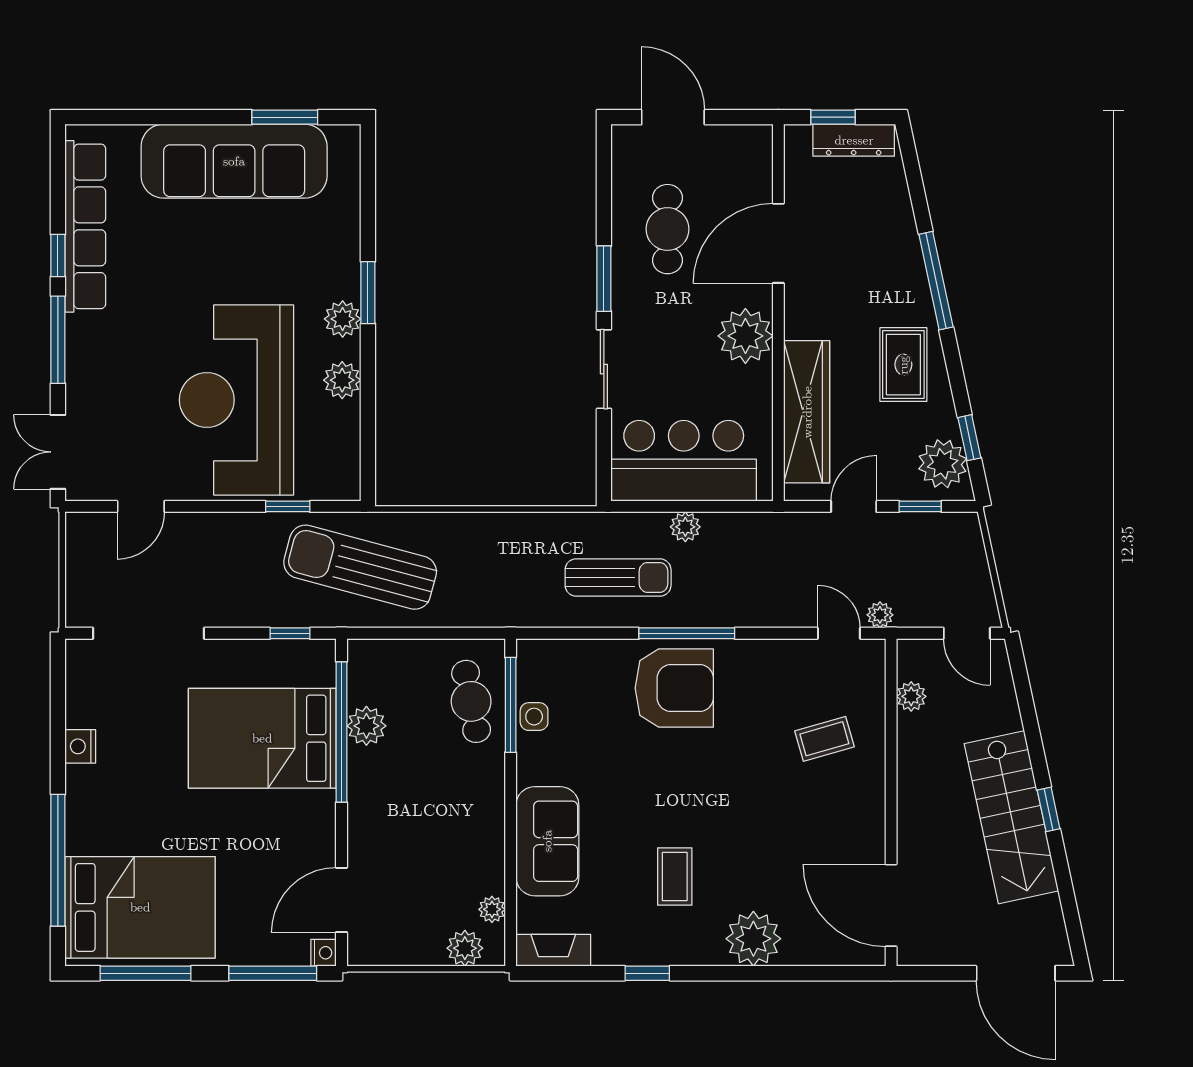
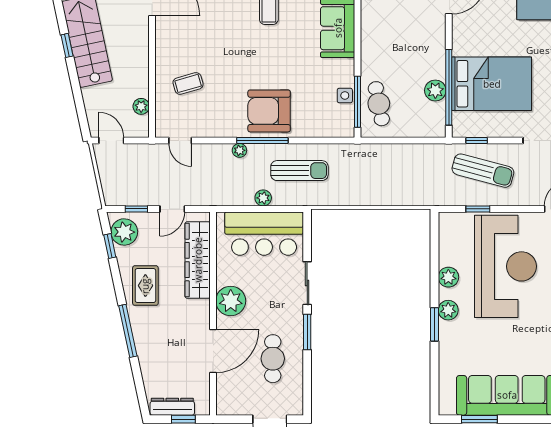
sun lounger: (360, 567) -> (483, 171), moved, width x0.73, depth x0.75
sun lounger: (618, 577) -> (299, 171), turned 180
plant: (880, 615) -> (239, 150), moved

